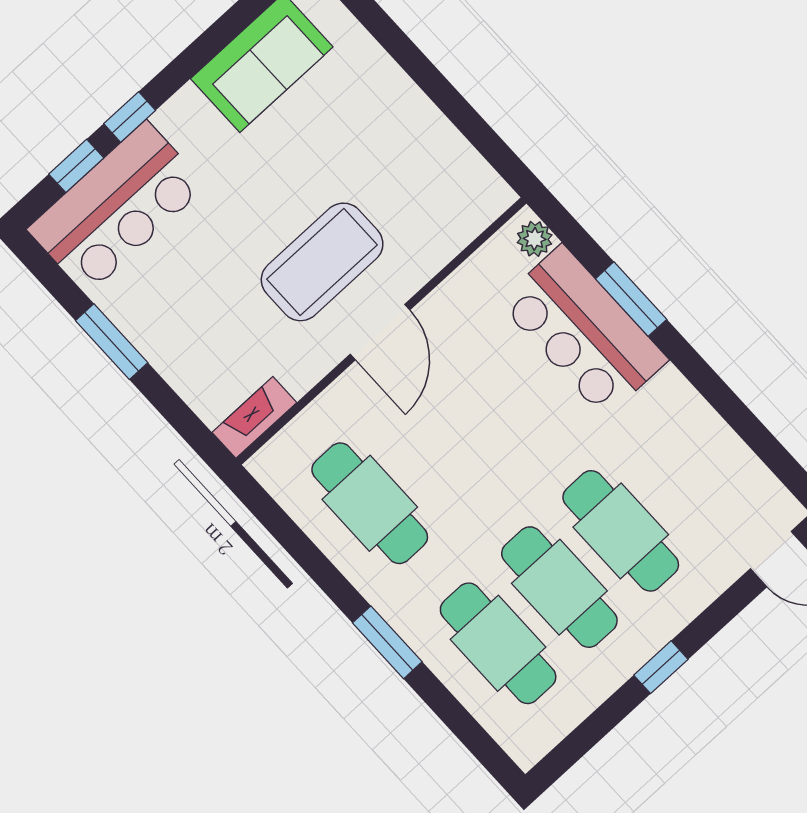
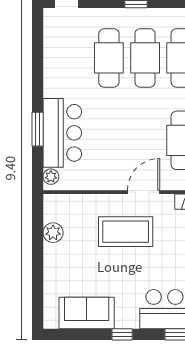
window: (130, 117) -> (122, 334), moved
plant: (444, 147) -> (53, 233), added
door: (380, 332) -> (144, 192), moved

